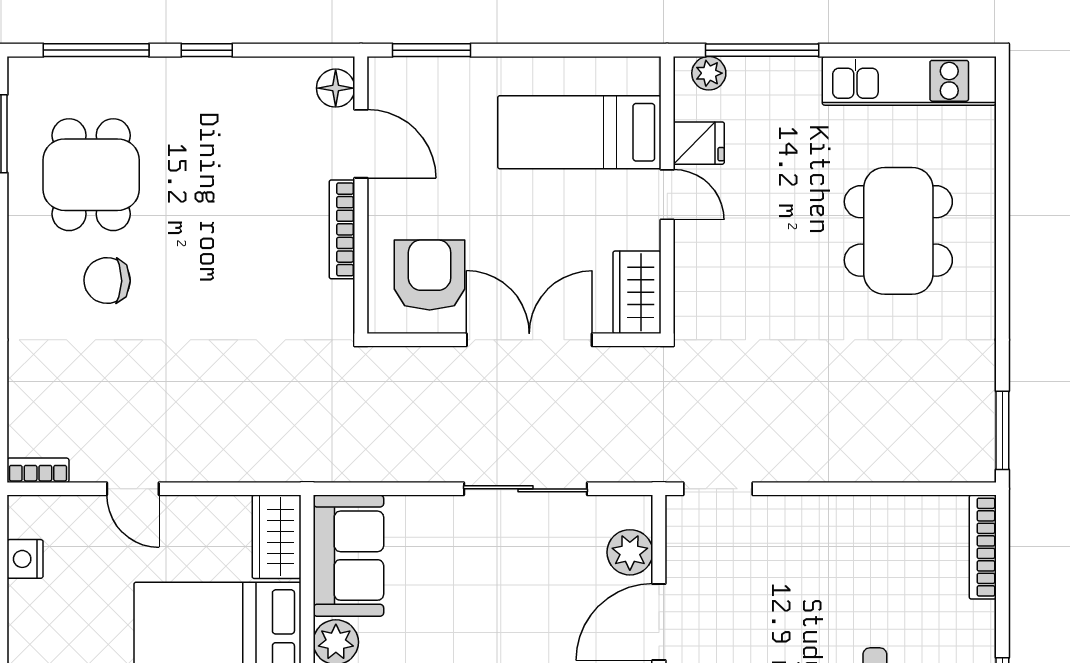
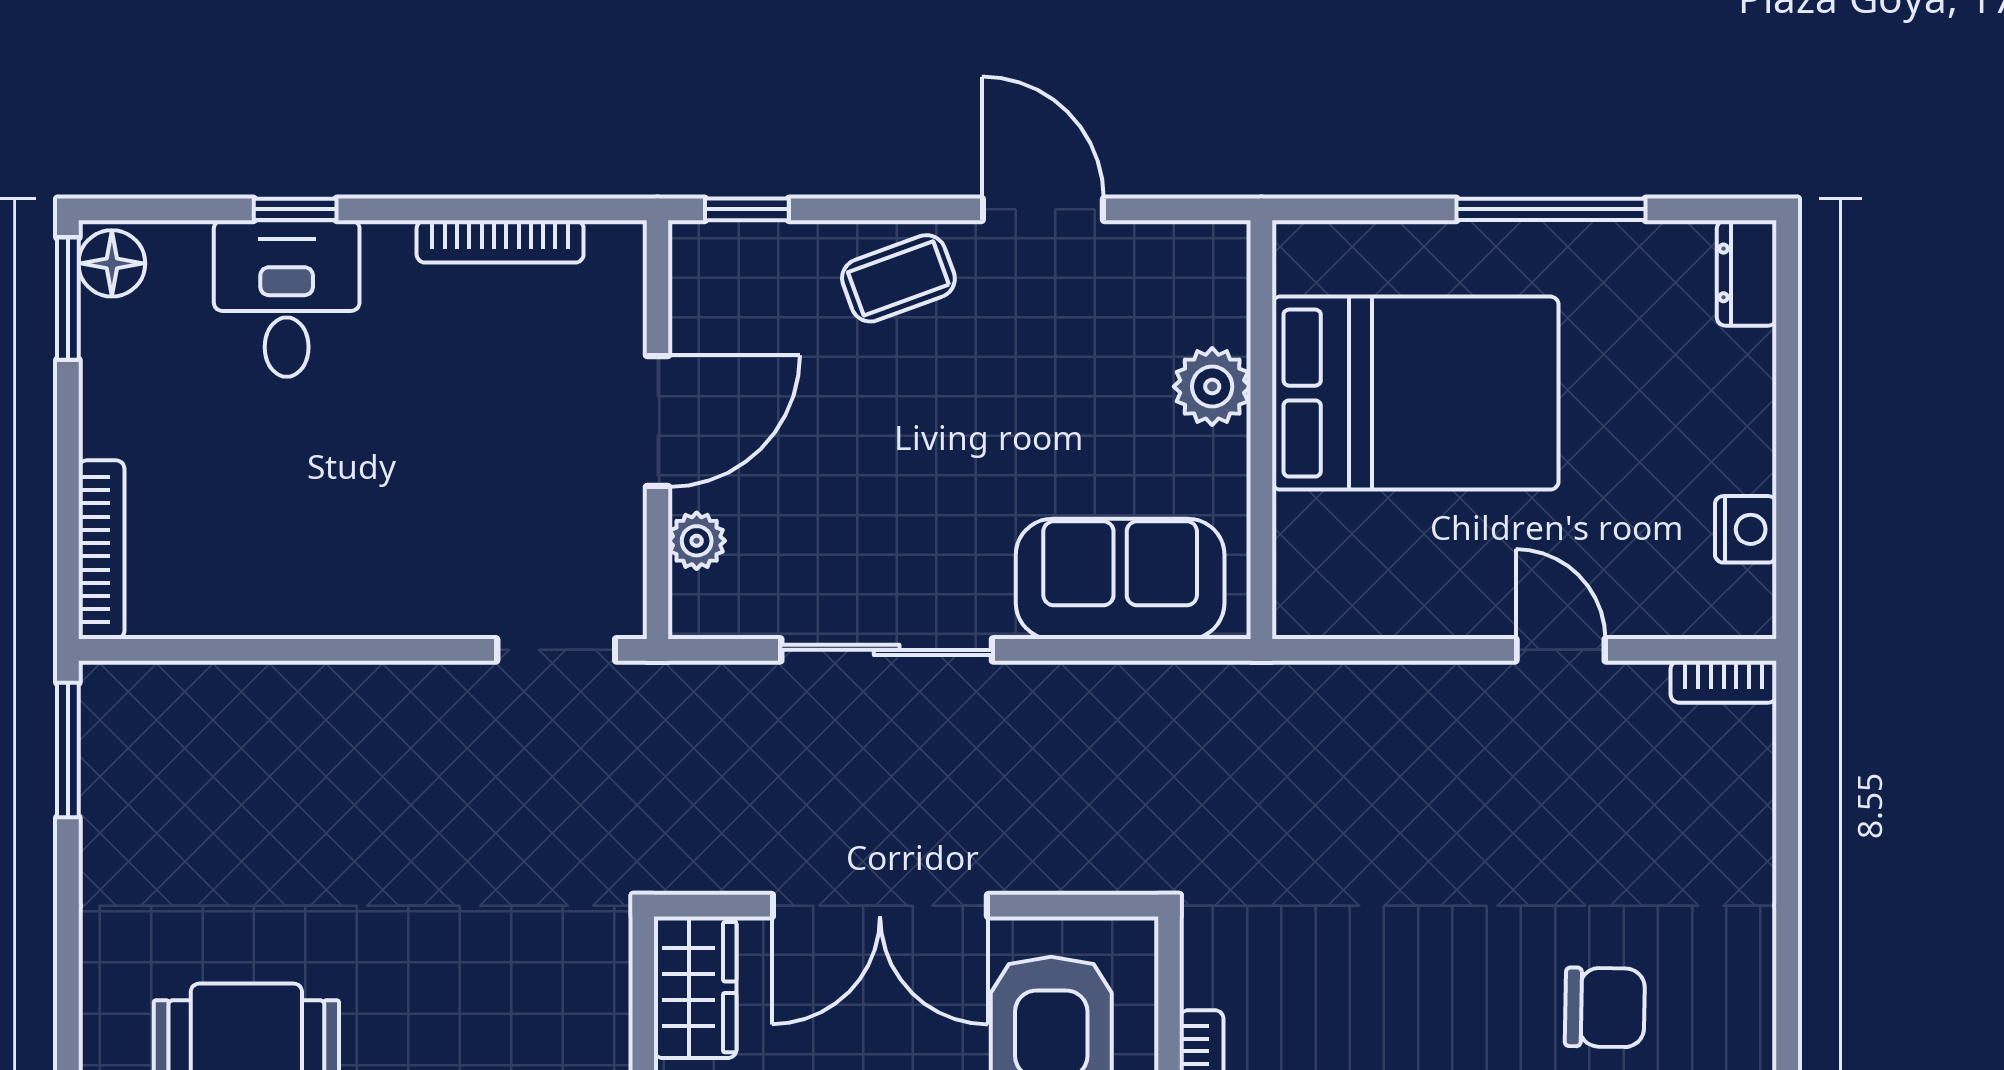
wardrobe: (277, 537) -> (1314, 567), removed
plant: (630, 552) -> (697, 541), width x0.73, depth x0.73
sofa: (348, 556) -> (1120, 579), moved, turned 90

